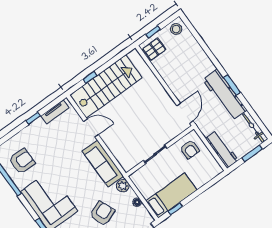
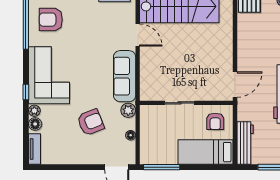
armchair: (22, 161) -> (51, 20), turned 180
bed: (171, 195) -> (205, 152), moved, turned 180
window: (175, 209) -> (162, 167), width x2.17

